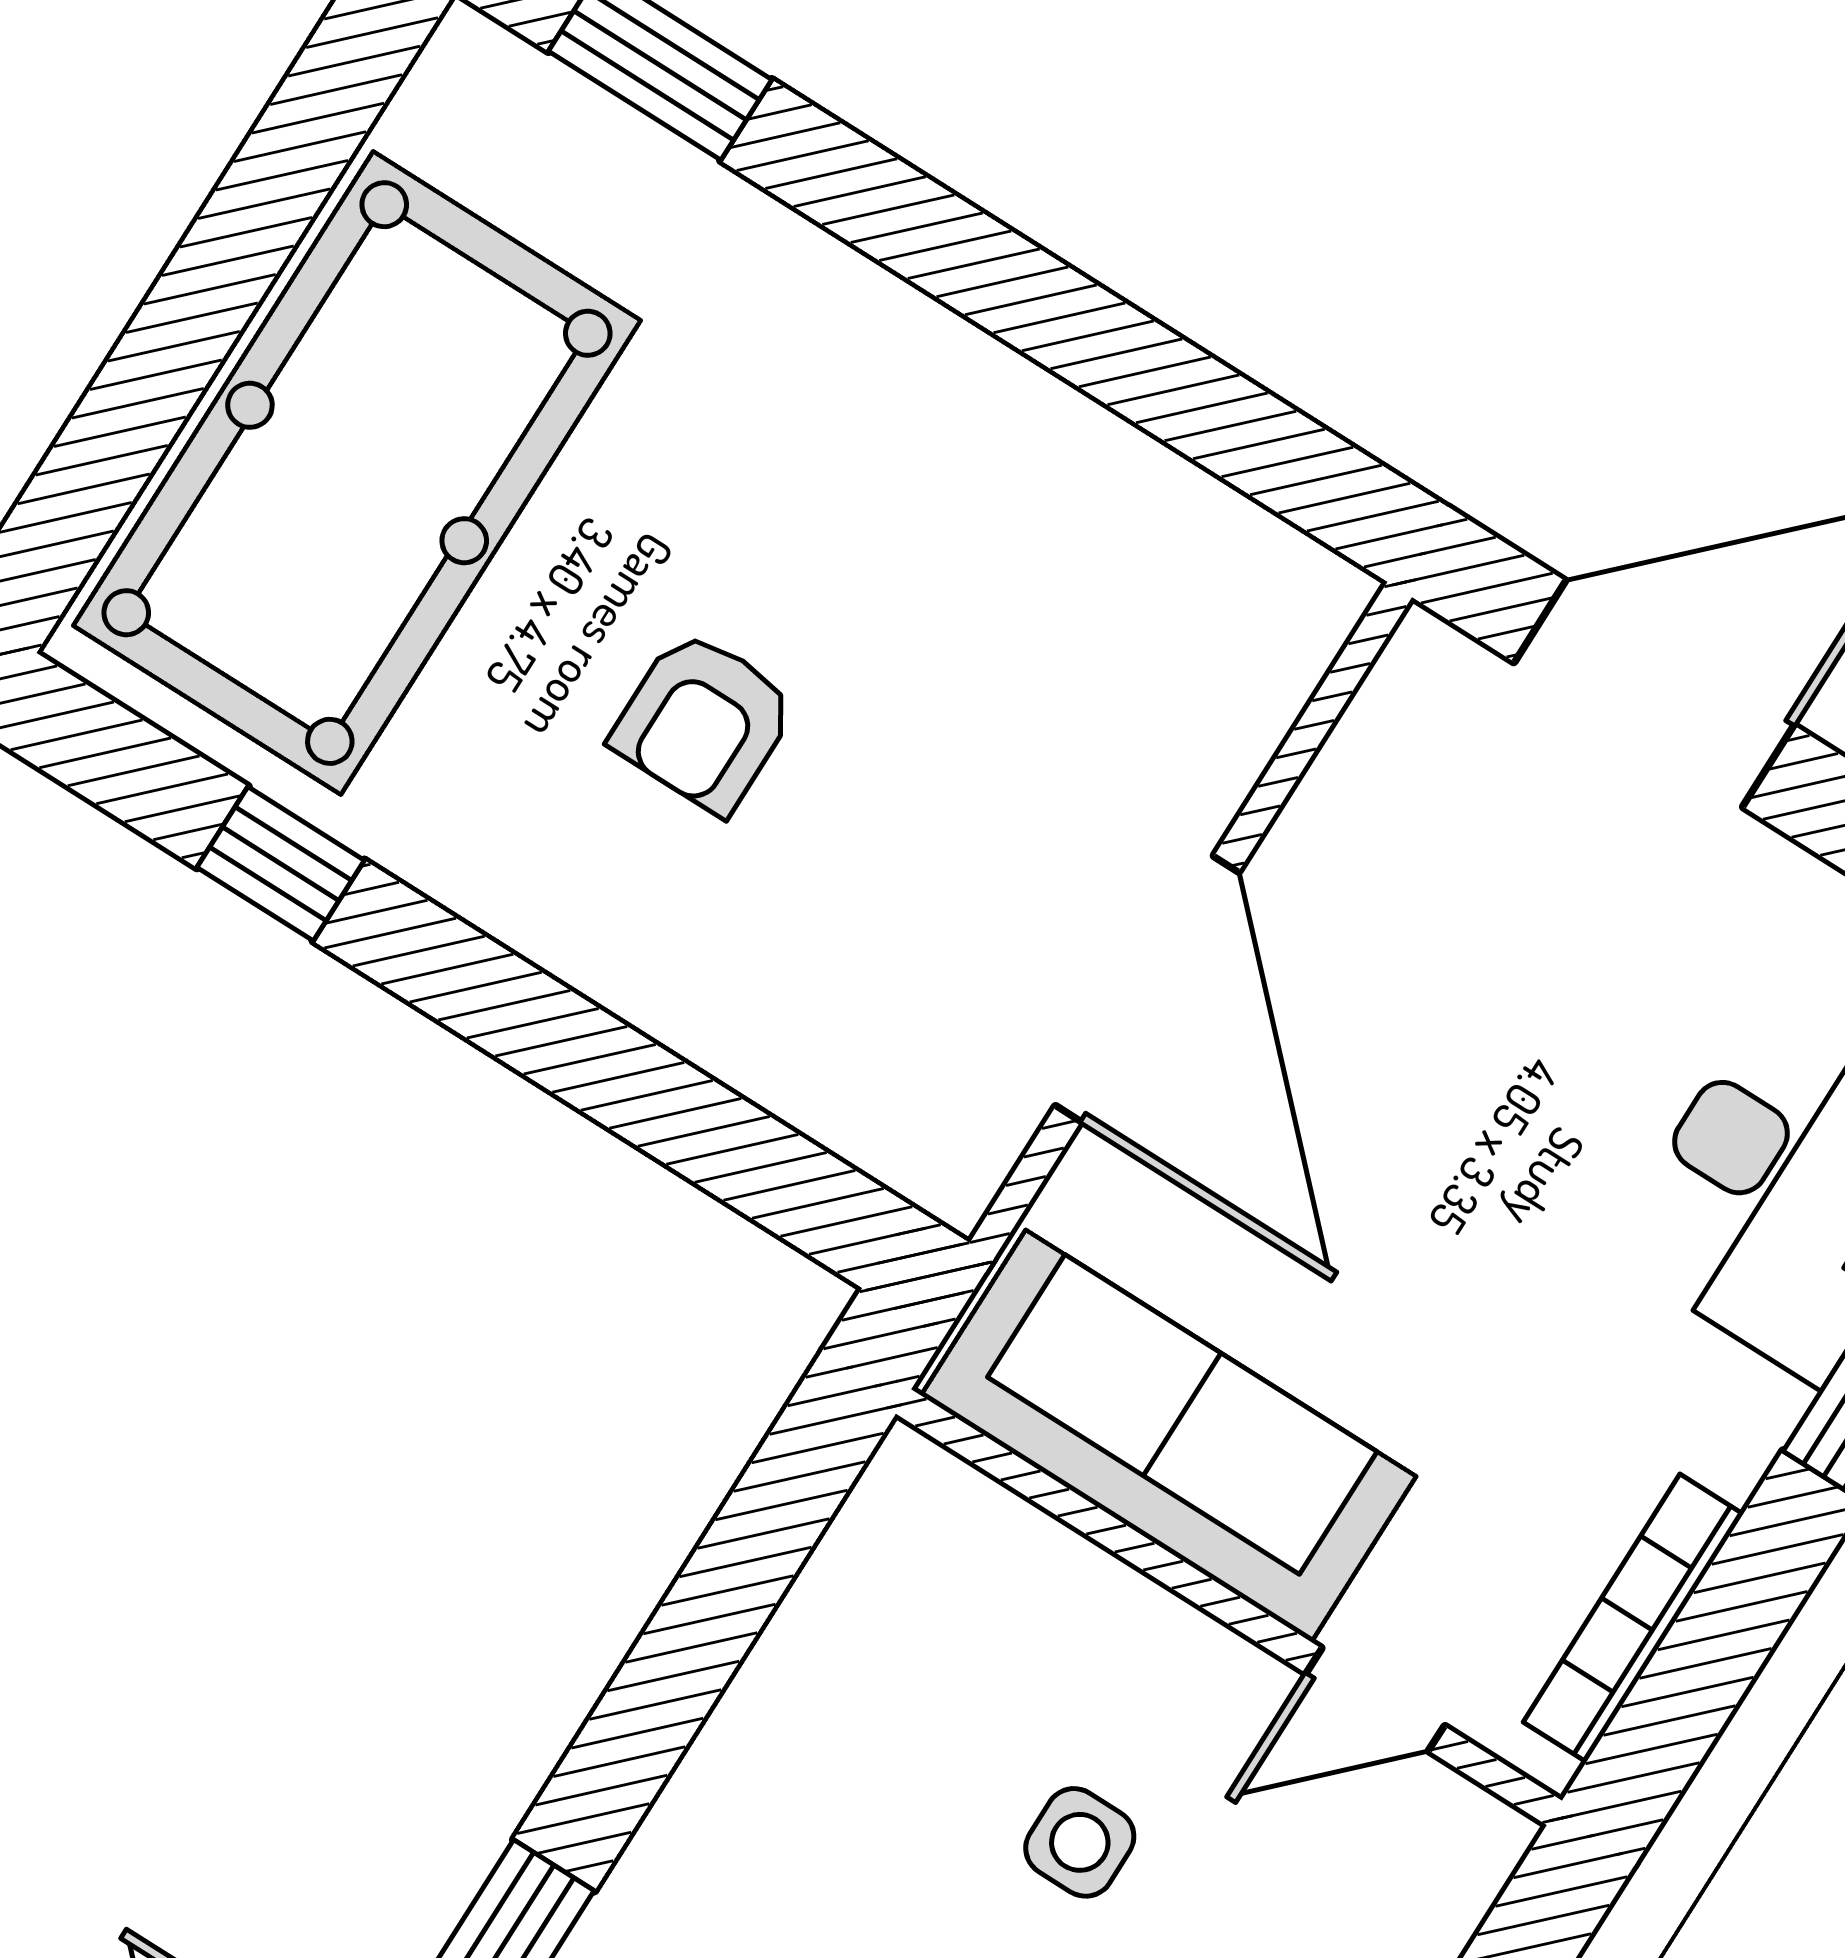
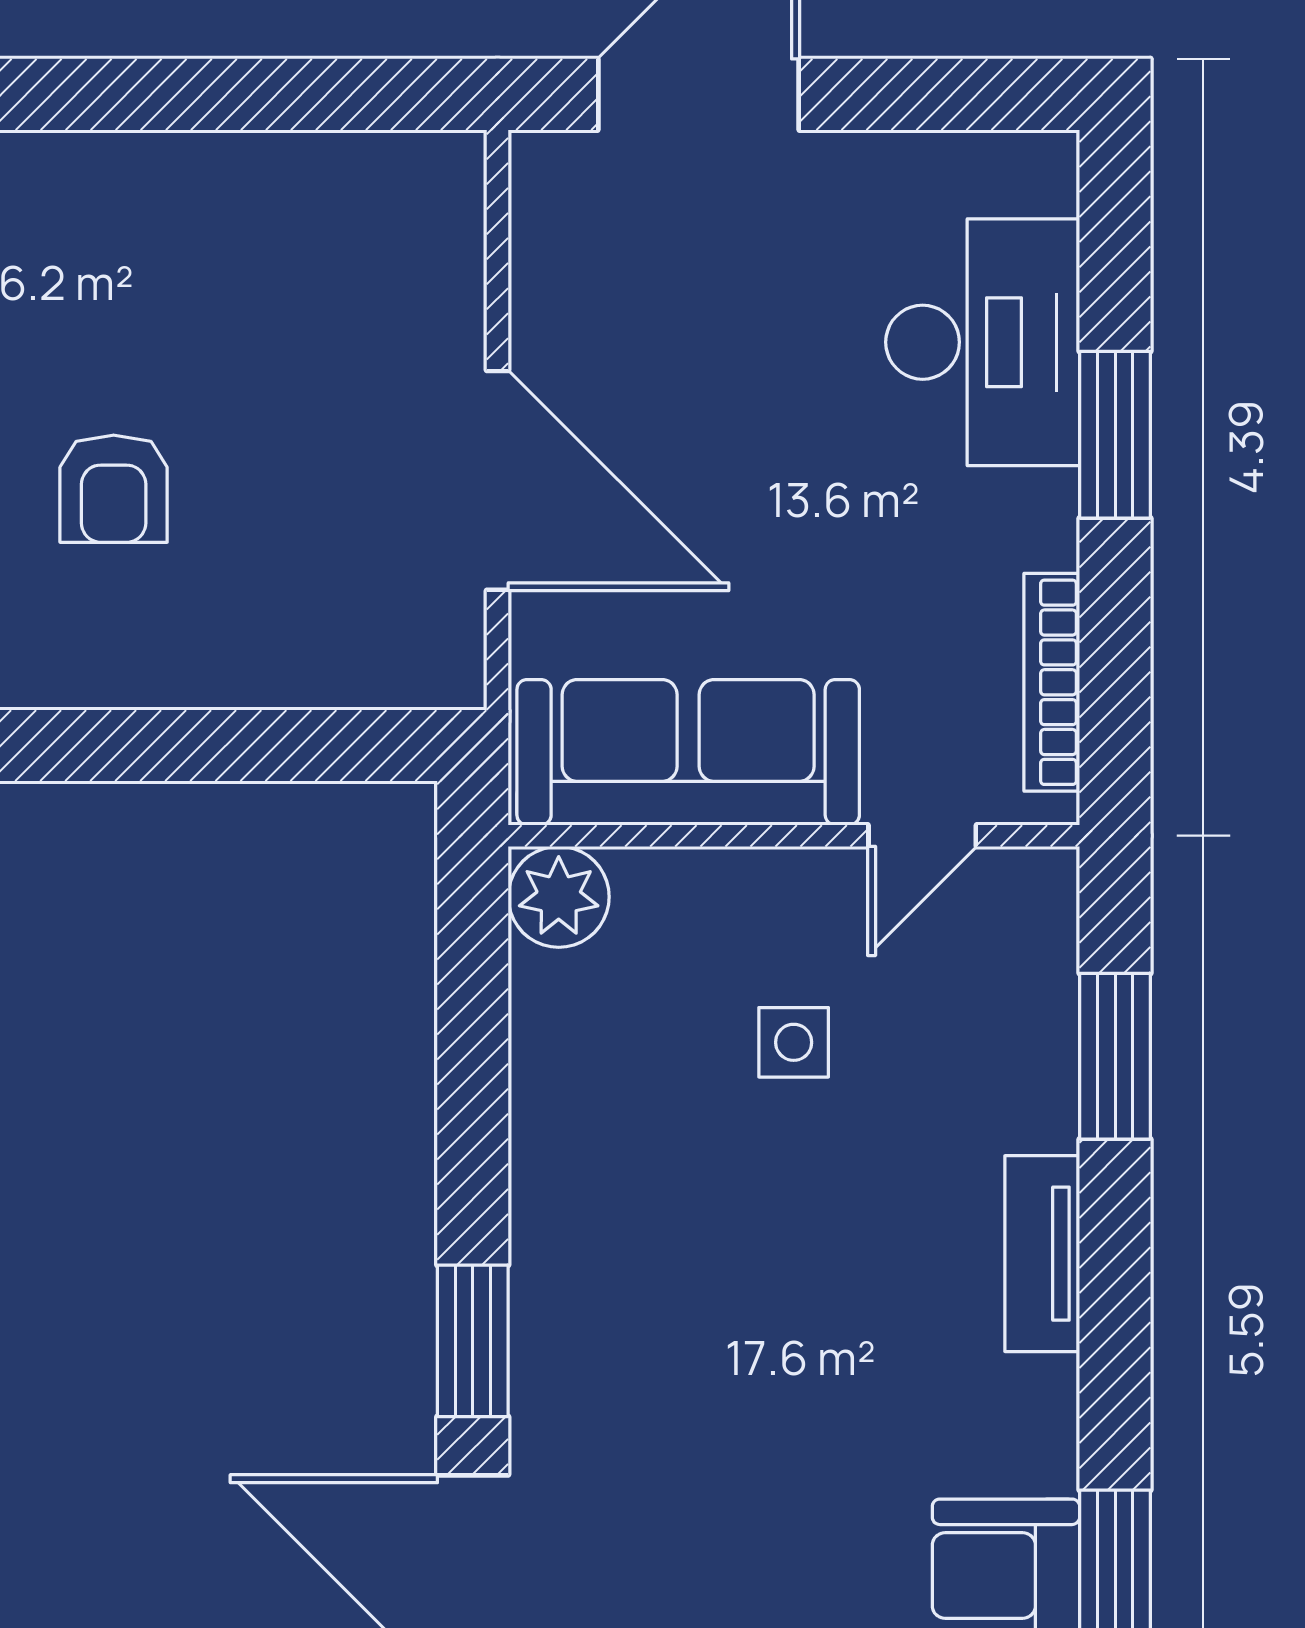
plant: (917, 1507) -> (559, 897), added

